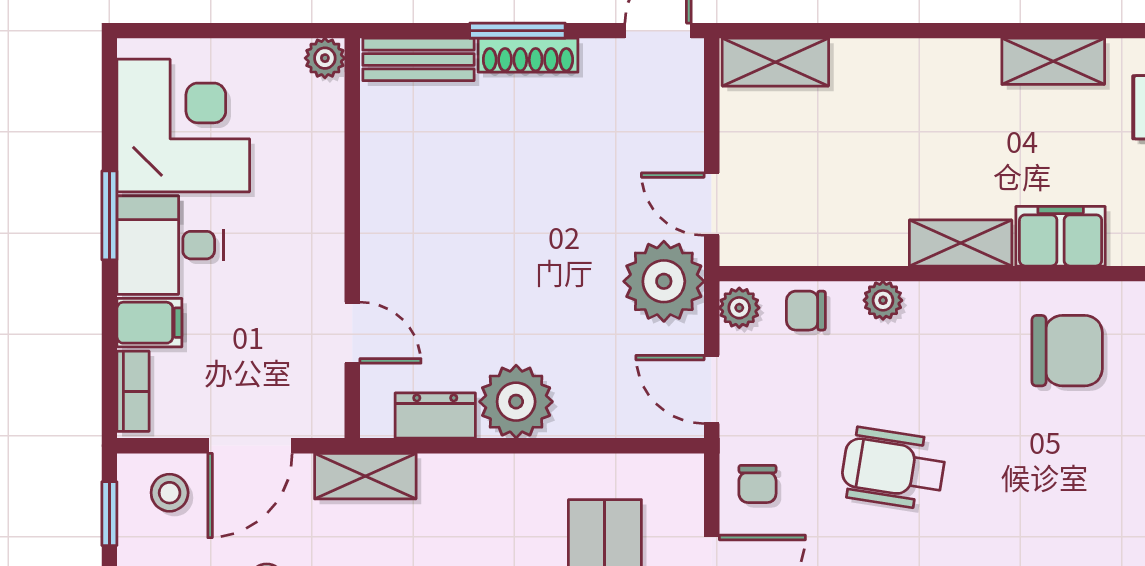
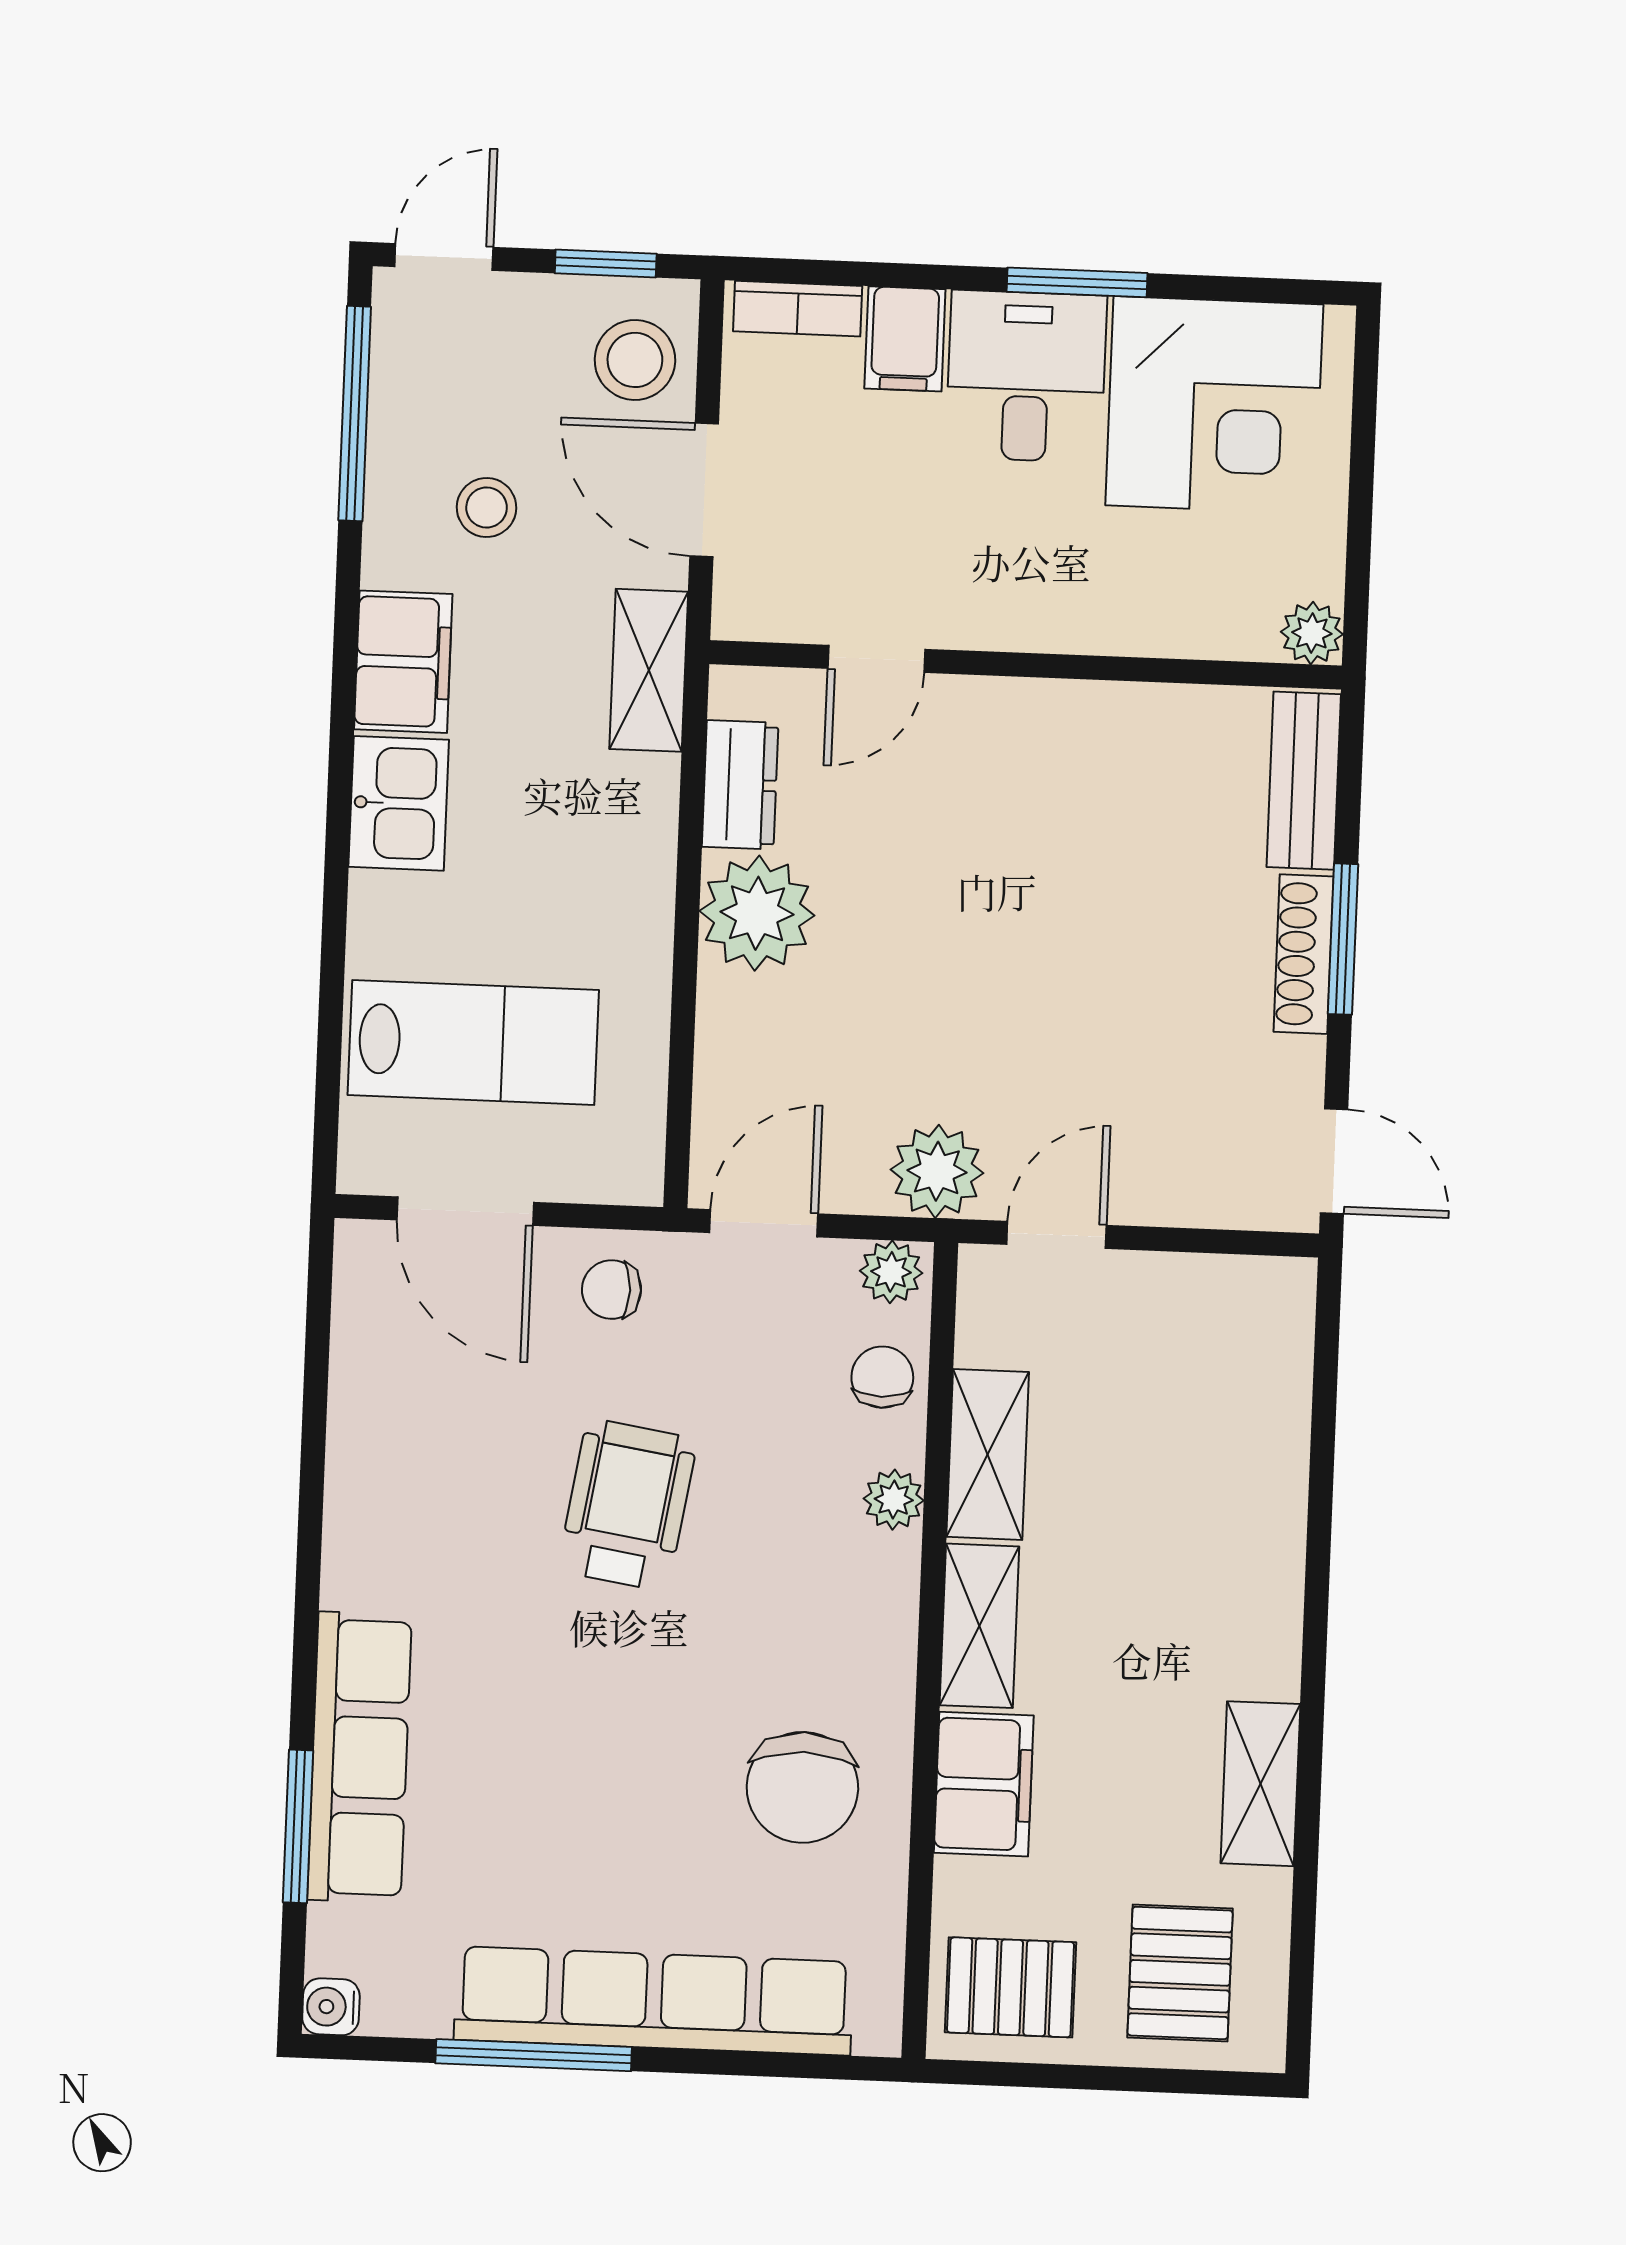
shelving: (775, 62) -> (988, 1454), moved
plant: (664, 281) -> (937, 1171), width x0.73, depth x0.73
stool: (170, 493) -> (635, 360), width x1.37, depth x1.37

